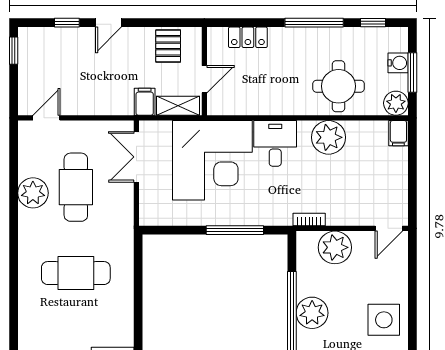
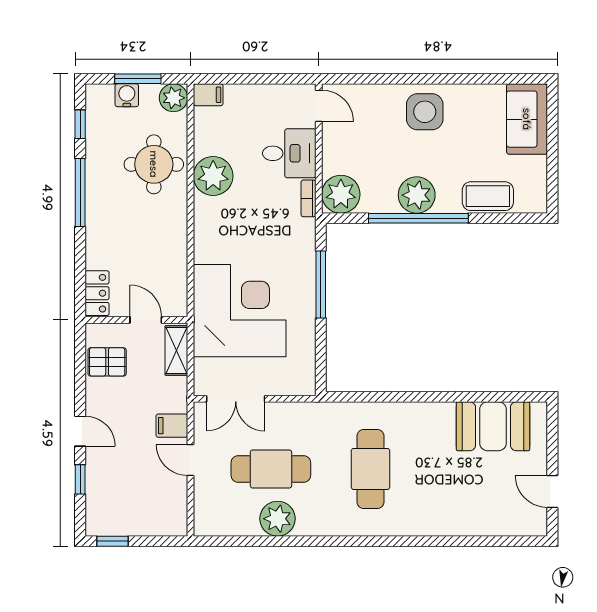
locker: (248, 37) -> (97, 293), moved
filing cabinet: (145, 102) -> (172, 426), moved
door: (46, 118) -> (191, 460), moved
desk: (275, 143) -> (289, 153), moved, turned 180
plant: (335, 247) -> (341, 194), moved

